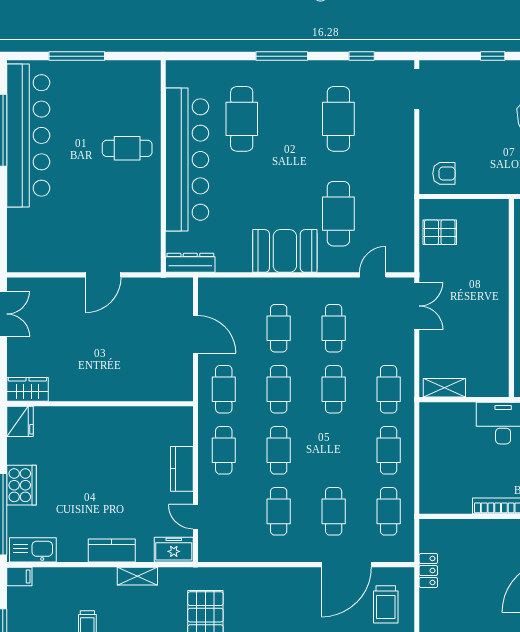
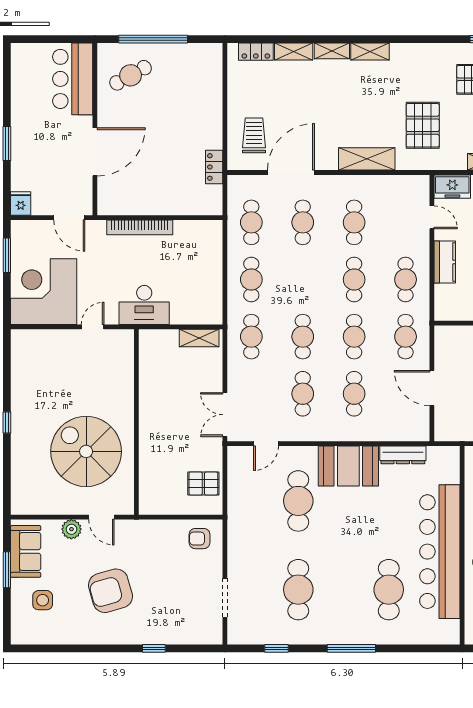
doorway: (417, 89) -> (225, 598), moved
dresser: (190, 263) -> (403, 455), moved
shelving: (265, 579) -> (367, 159), added

